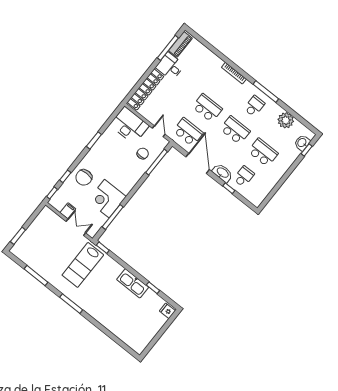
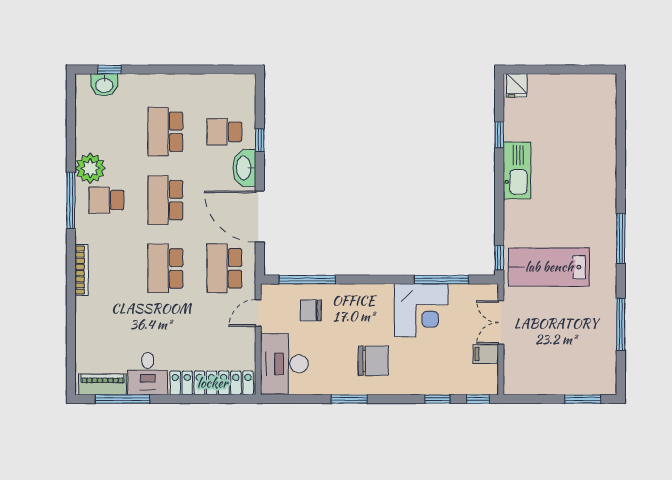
plant: (286, 120) -> (90, 168), moved
door: (198, 163) -> (260, 217), hinge flipped
chair: (84, 177) -> (373, 361), moved
lab bench: (83, 265) -> (549, 267), turned 180

